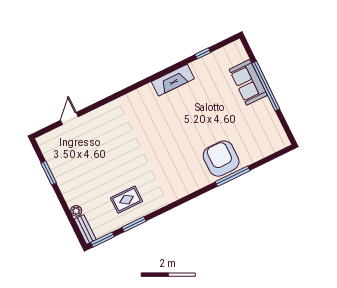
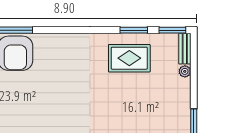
rug: (126, 200) -> (129, 58), width x1.36, depth x1.43

